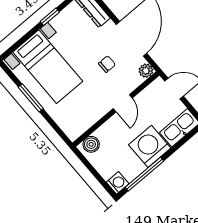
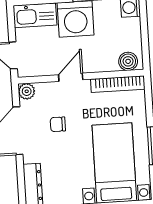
bookcase: (86, 123) -> (118, 84), added

